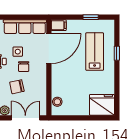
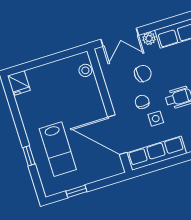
filing cabinet: (59, 25) -> (114, 168), removed
door: (49, 49) -> (117, 135), hinge flipped
fridge: (102, 105) -> (19, 83), width x0.53, depth x0.75

